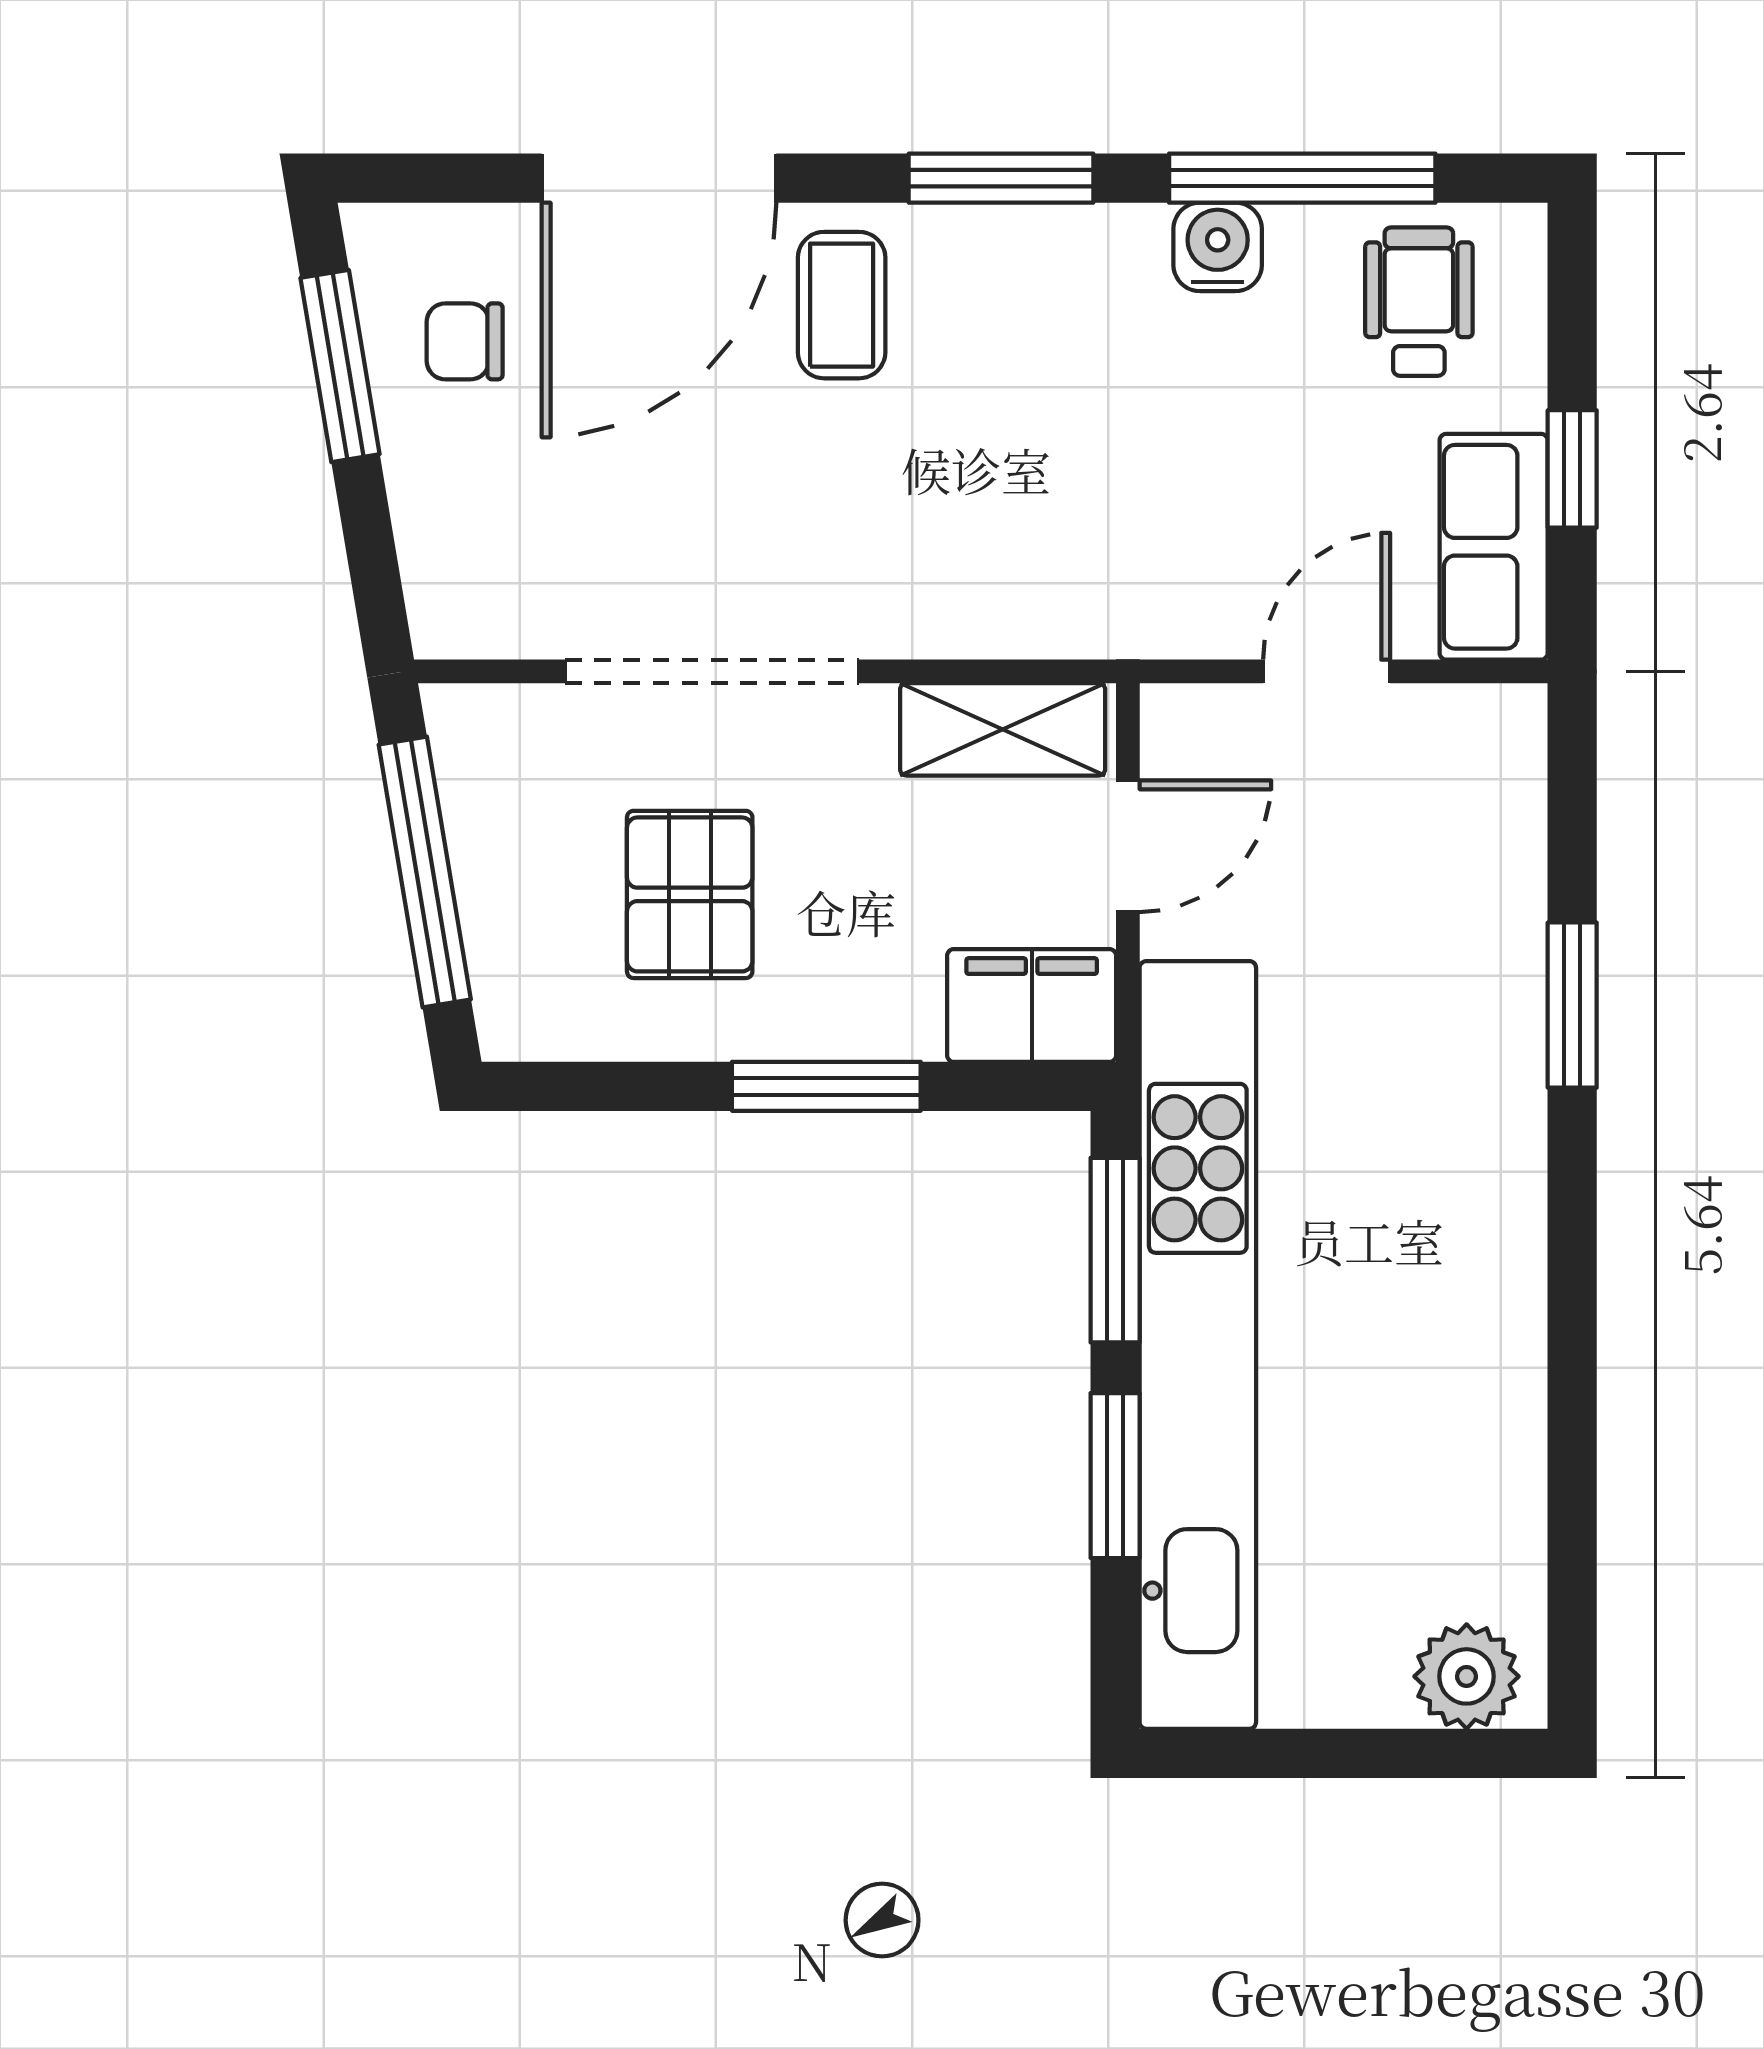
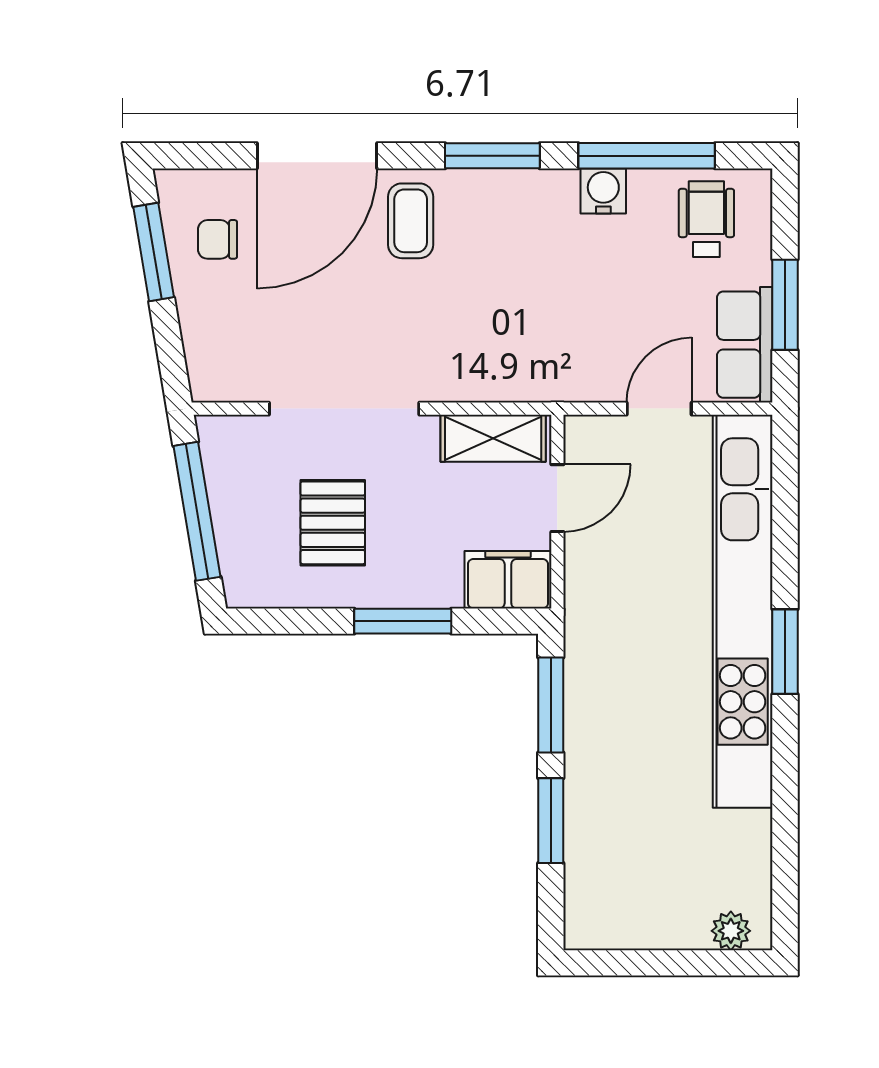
window: (1572, 469) -> (785, 305), width x1.50
window: (1572, 1005) -> (785, 652), moved
kitchen unit: (1198, 1345) -> (743, 611), moved, turned 180
plant: (1467, 1676) -> (731, 931), width x0.73, depth x0.73

